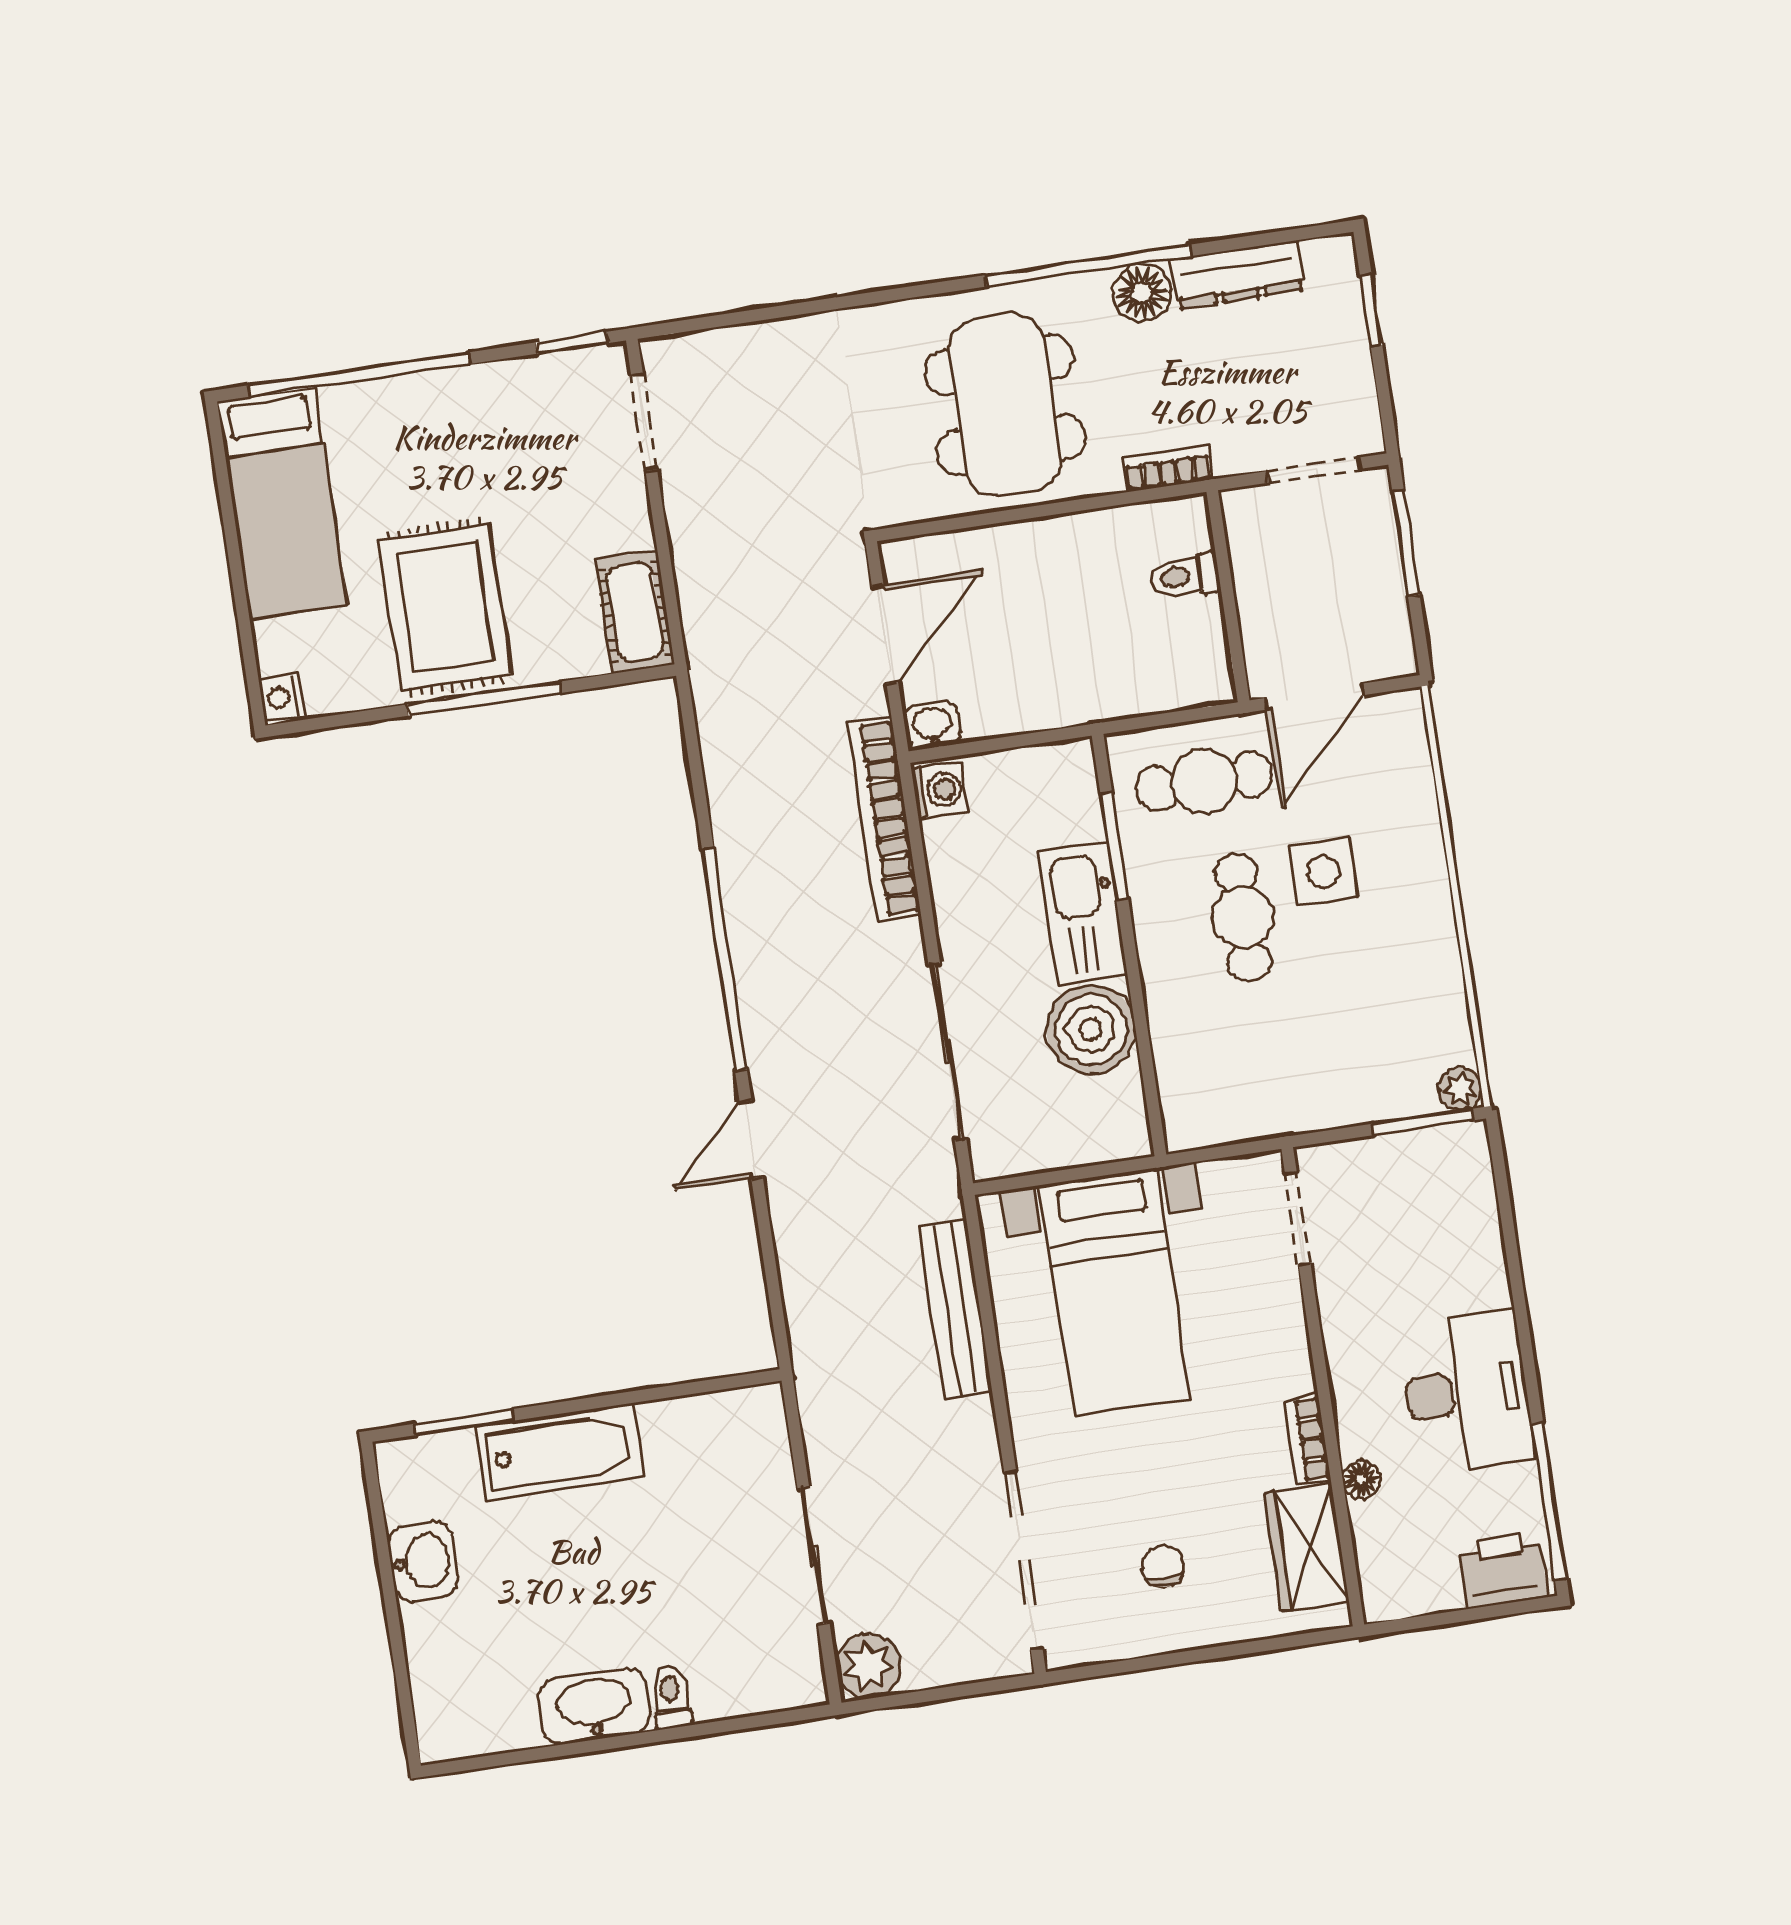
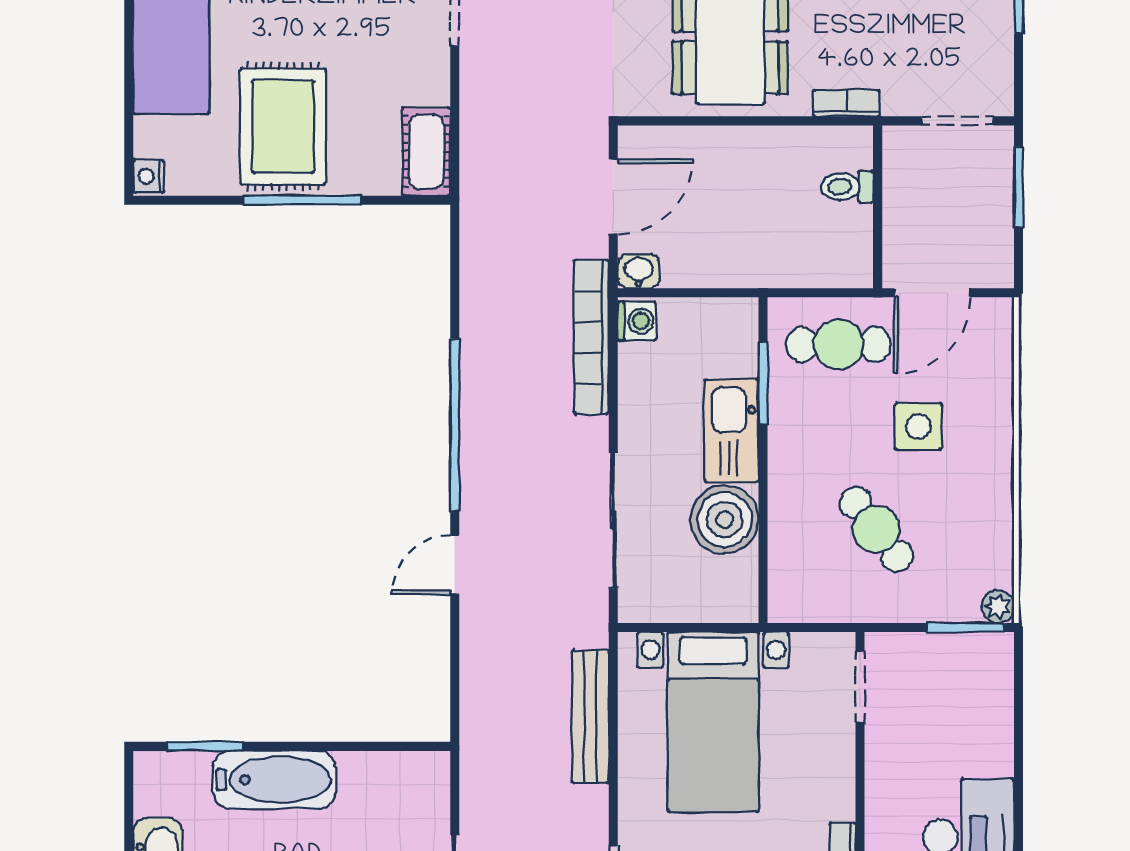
cafe table: (1243, 917) -> (876, 529), moved, turned -38

